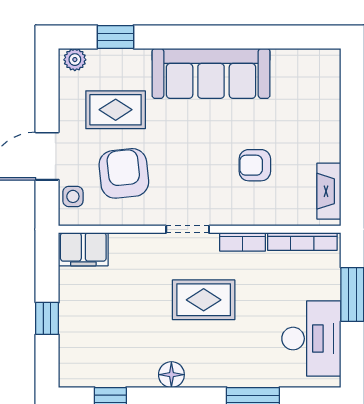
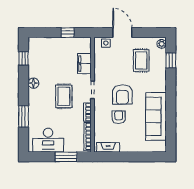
sofa: (211, 73) -> (156, 116), moved
armchair: (124, 173) -> (122, 95), moved, turned 96
filing cabinet: (83, 249) -> (84, 64), moved
window: (47, 318) -> (68, 33), moved

